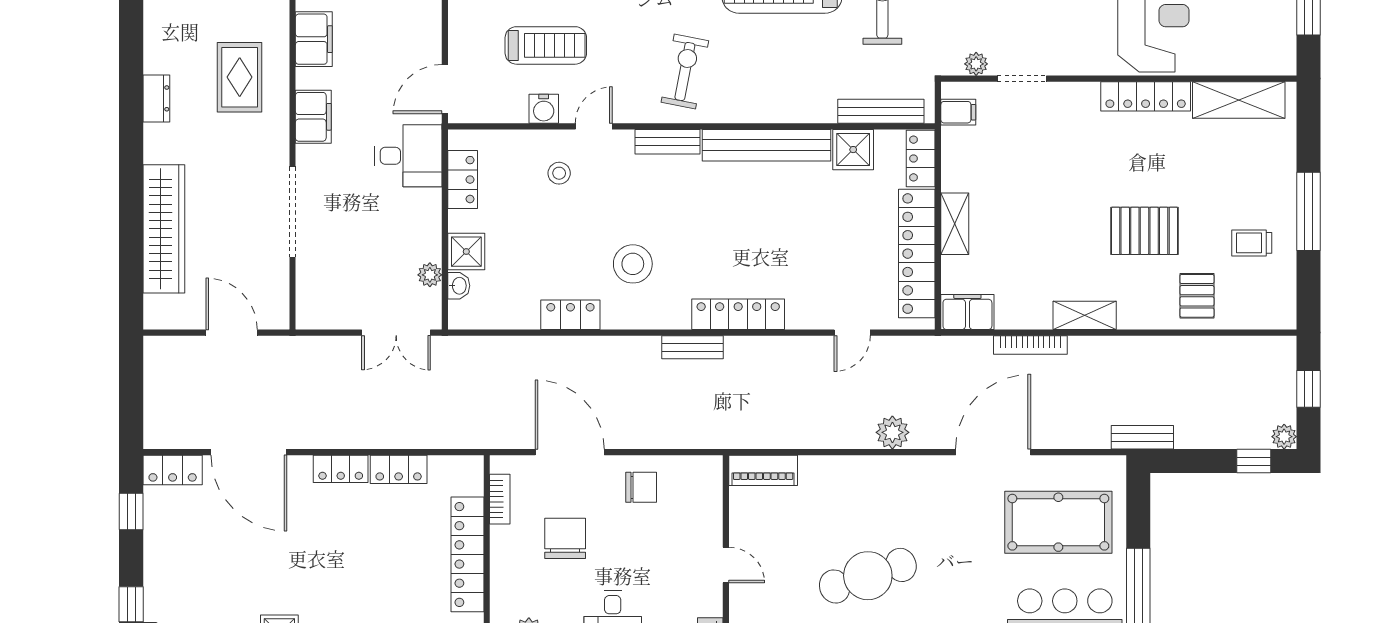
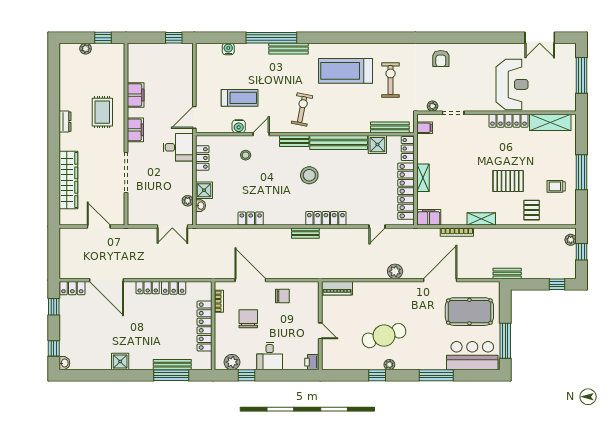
stool: (633, 264) -> (309, 175), moved
plant: (1284, 437) -> (571, 240), moved

